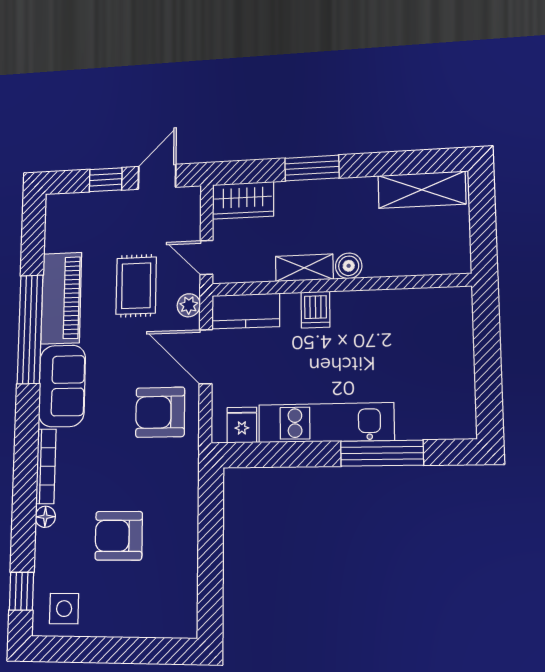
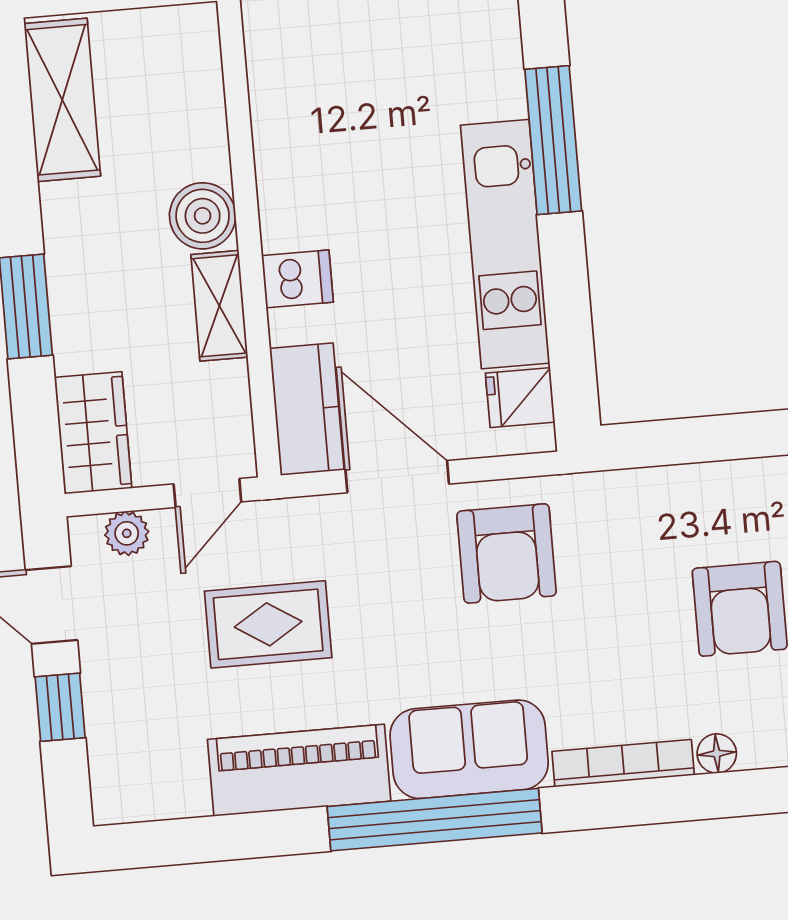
boiler: (349, 266) -> (203, 216), width x1.36, depth x1.36
plant: (189, 305) -> (127, 533), moved
window: (30, 329) -> (435, 820), moved
door: (206, 357) -> (397, 477), swing flipped

